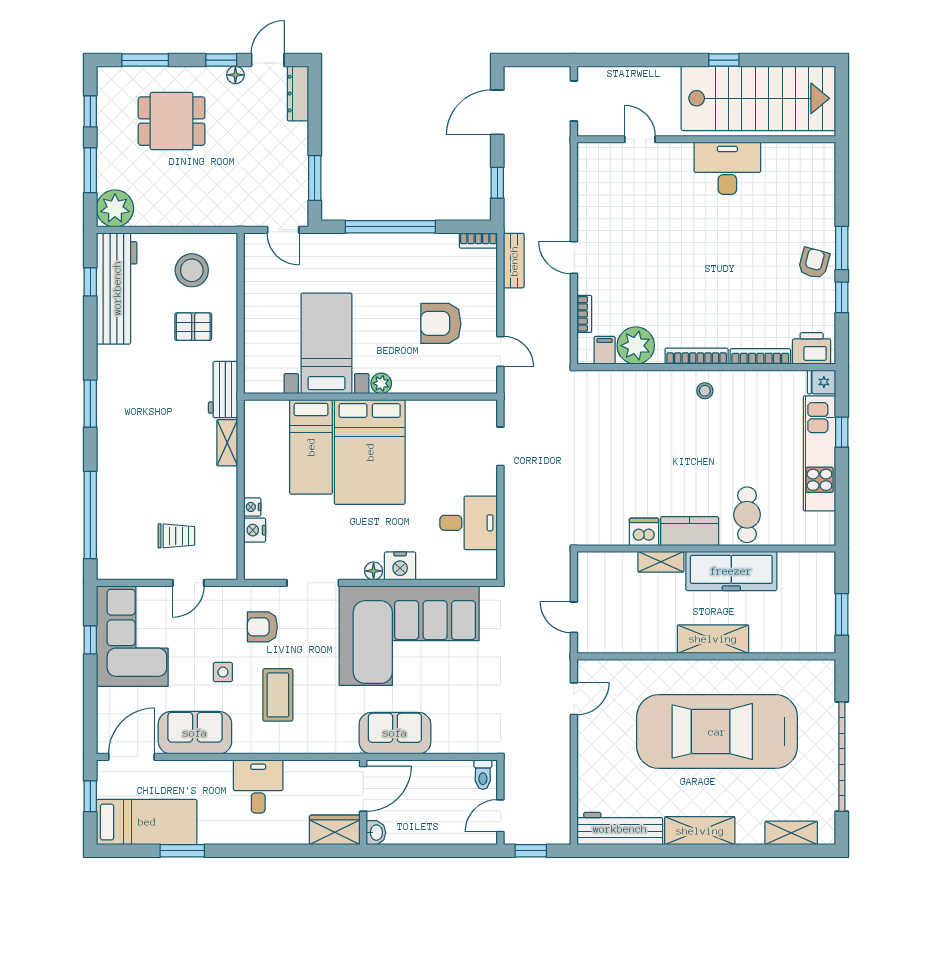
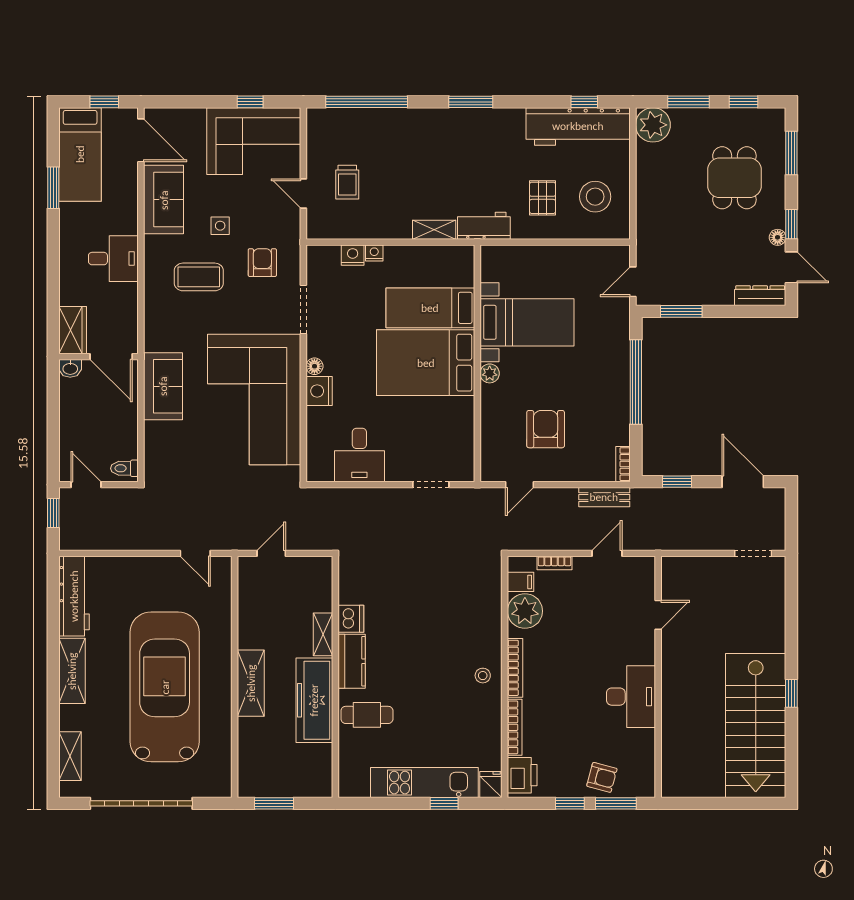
door: (640, 139) -> (658, 615), moved
wall: (706, 139) -> (658, 677), moved
desk: (727, 168) -> (631, 697), moved

